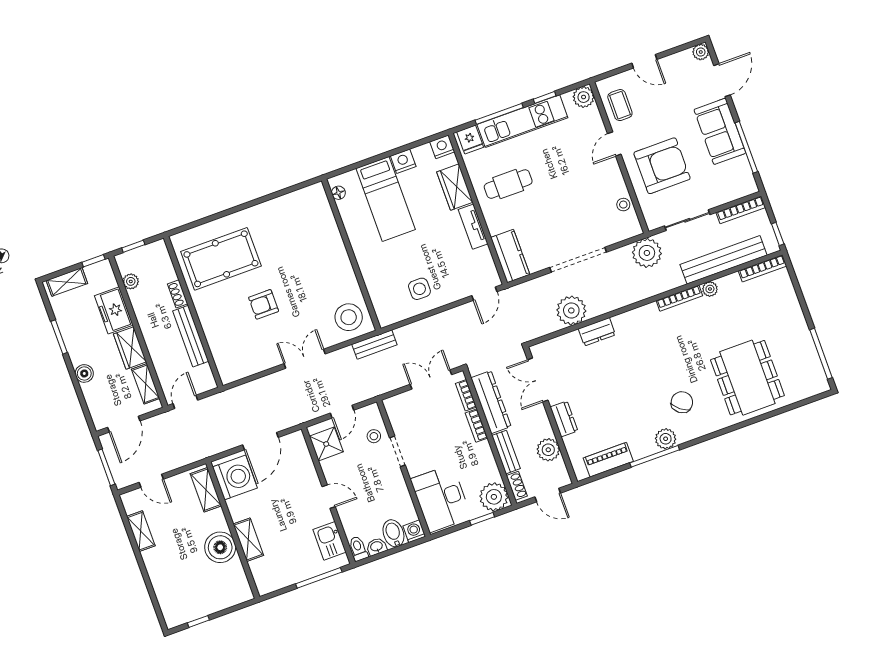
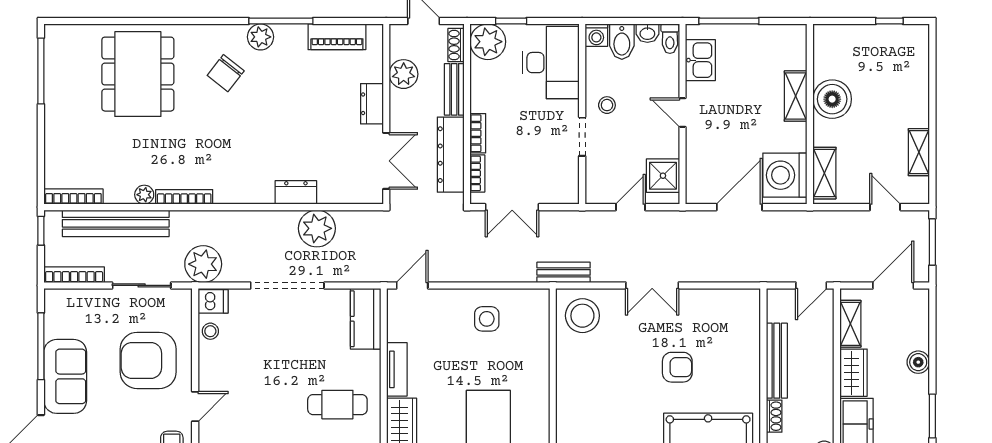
dishwasher: (629, 228) -> (213, 301), added
stool: (374, 436) -> (607, 105), moved

